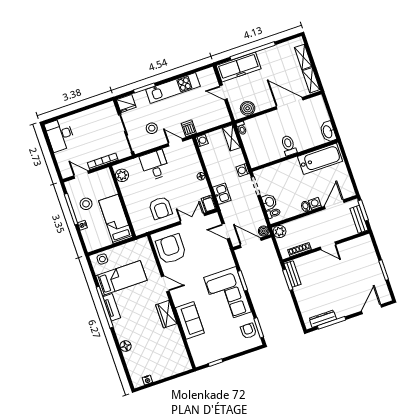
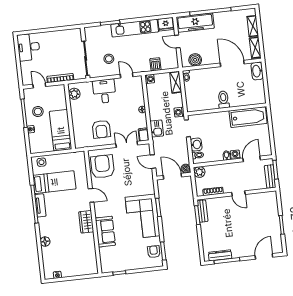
fridge: (126, 103) -> (166, 24), moved
dishwasher: (189, 128) -> (155, 64), moved
washbasin: (328, 132) -> (257, 71), moved

